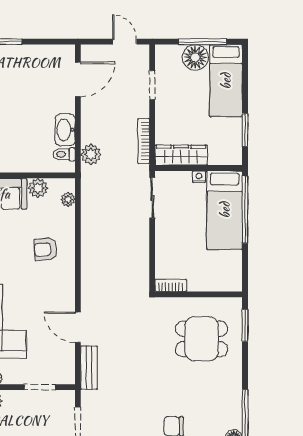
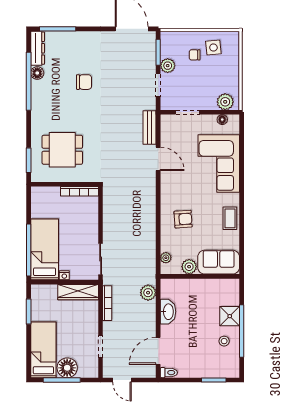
toilet: (64, 154) -> (169, 373), moved
bookcase: (171, 285) -> (79, 191), width x1.56

